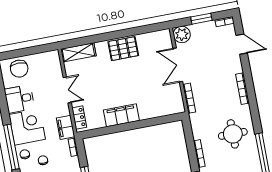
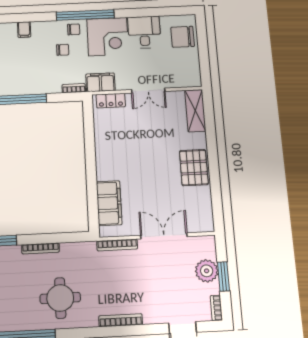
plant: (182, 34) -> (207, 271), moved
filing cabinet: (121, 115) -> (109, 203), moved

